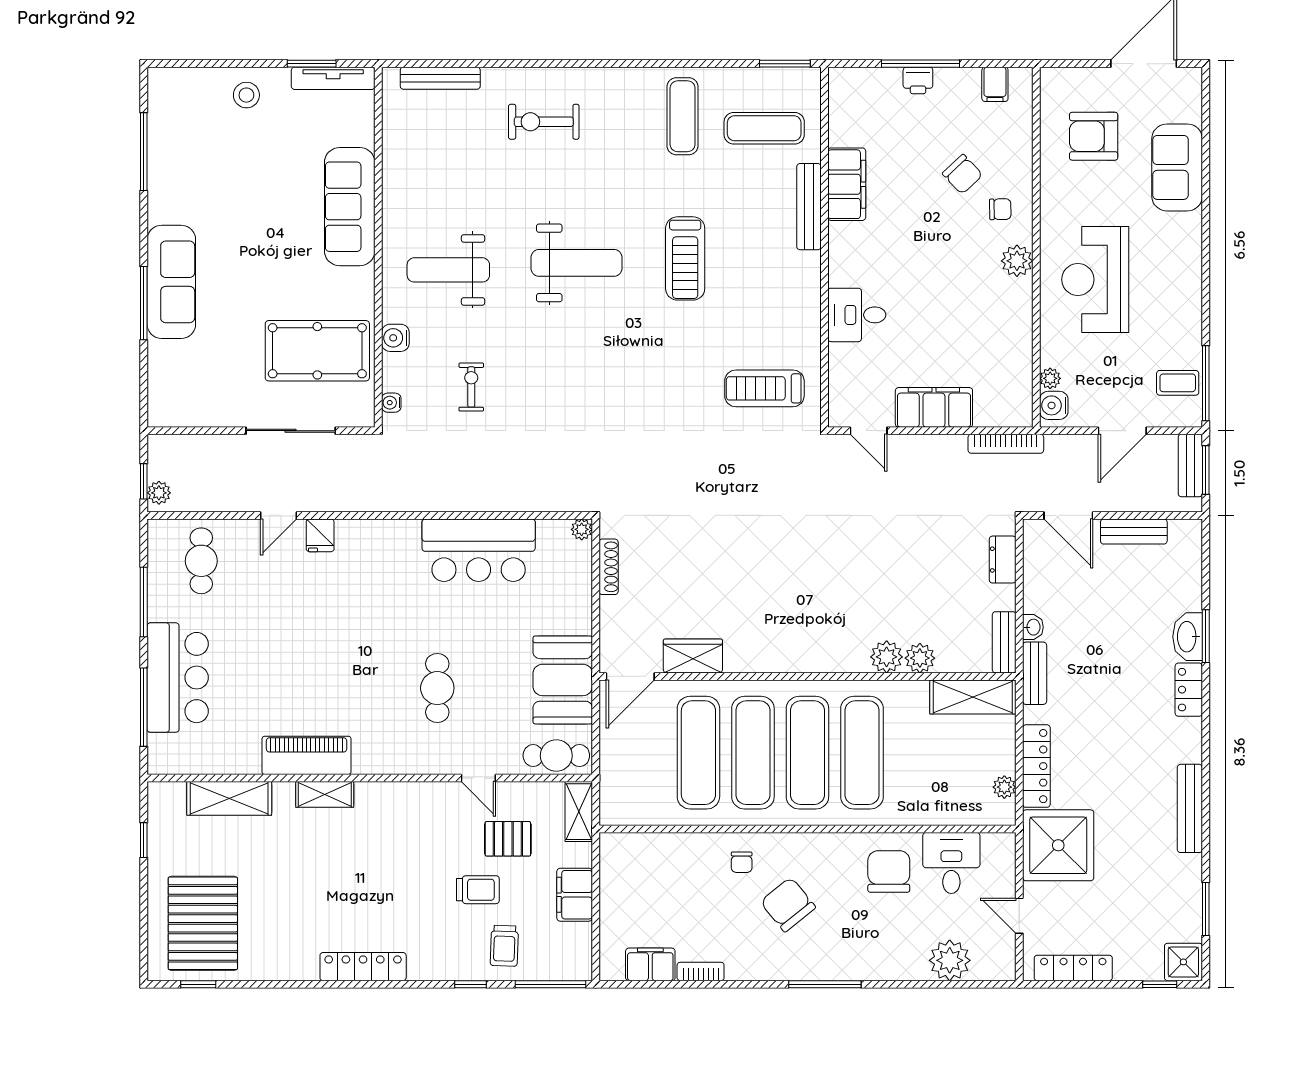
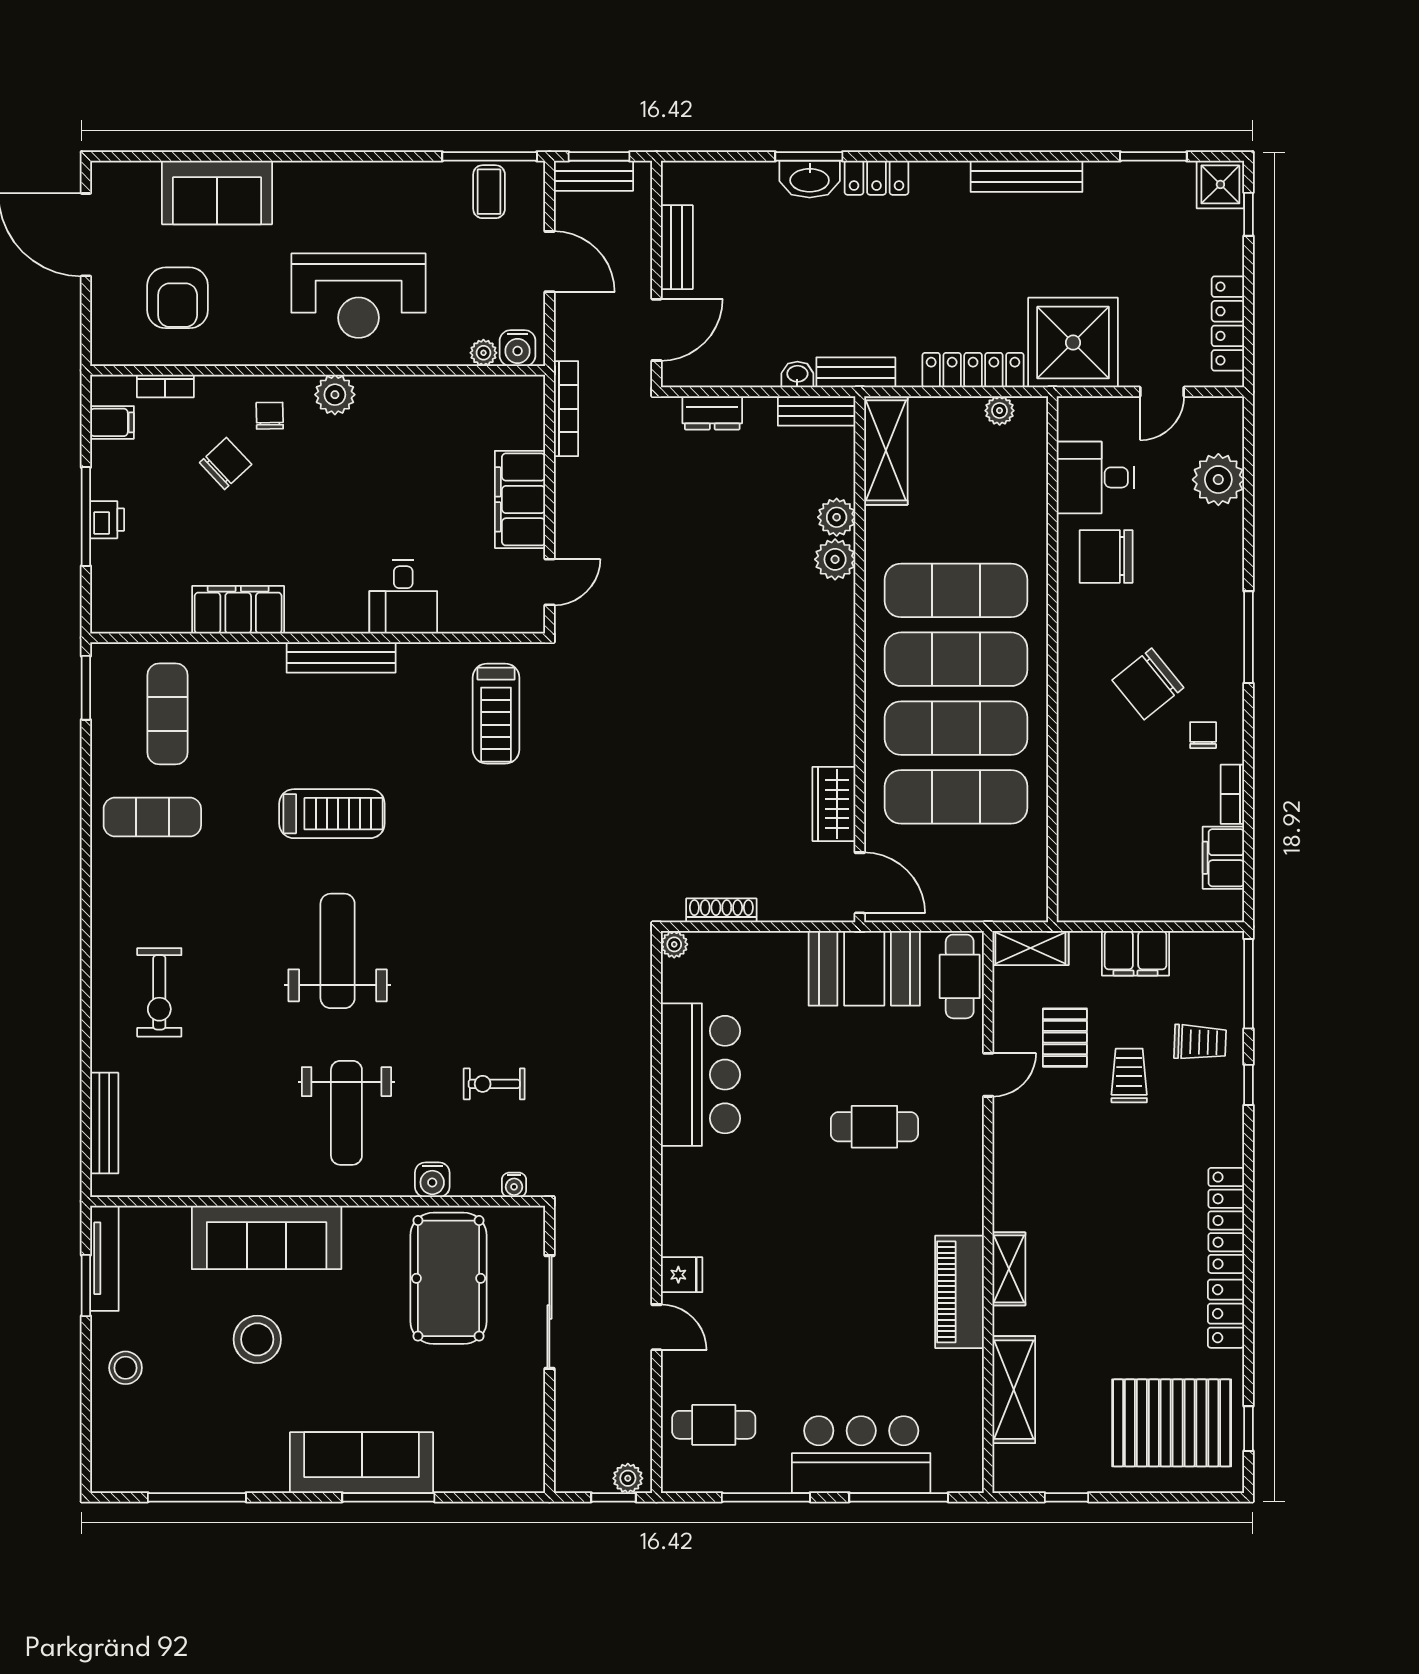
bookcase: (1024, 127) -> (165, 386), added
stool: (269, 199) -> (257, 1339), added
bench: (809, 207) -> (341, 657), moved
chair: (742, 862) -> (1203, 735), moved, turned -90
locker: (289, 966) -> (1226, 1314), added

